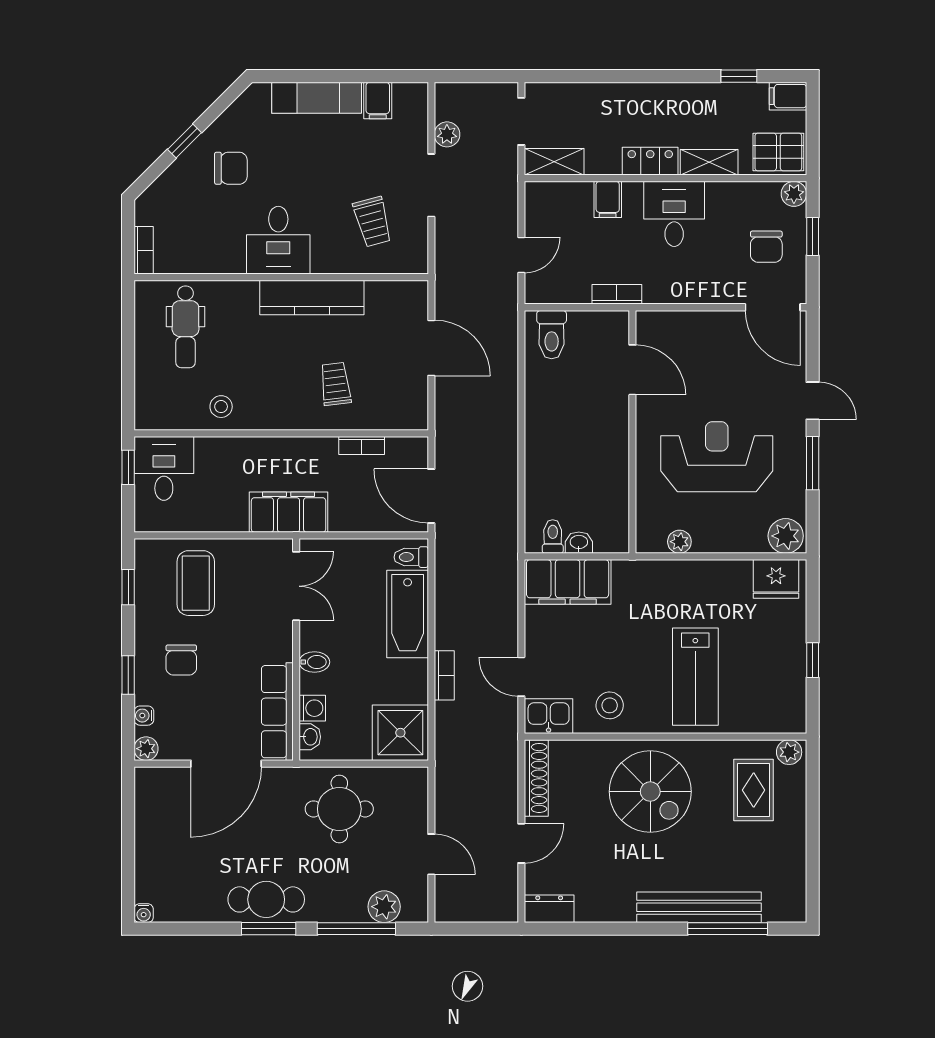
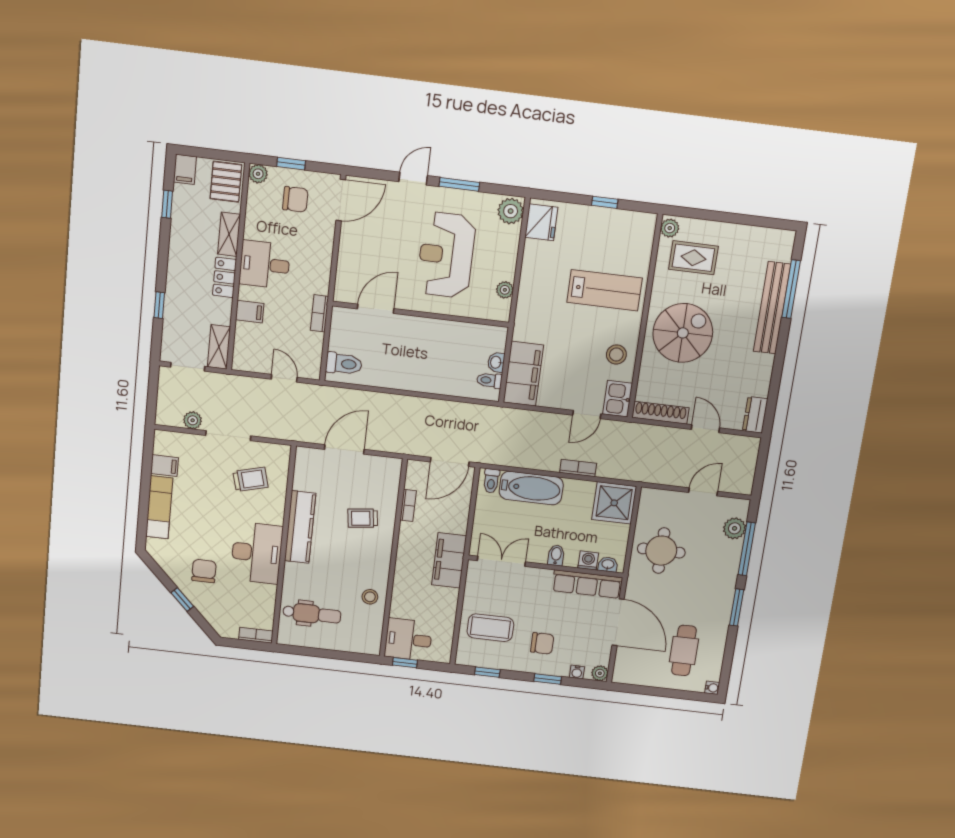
window: (602, 76) -> (159, 305), added
desk: (278, 240) -> (257, 553), width x1.37
cafe table: (266, 899) -> (684, 650), moved

